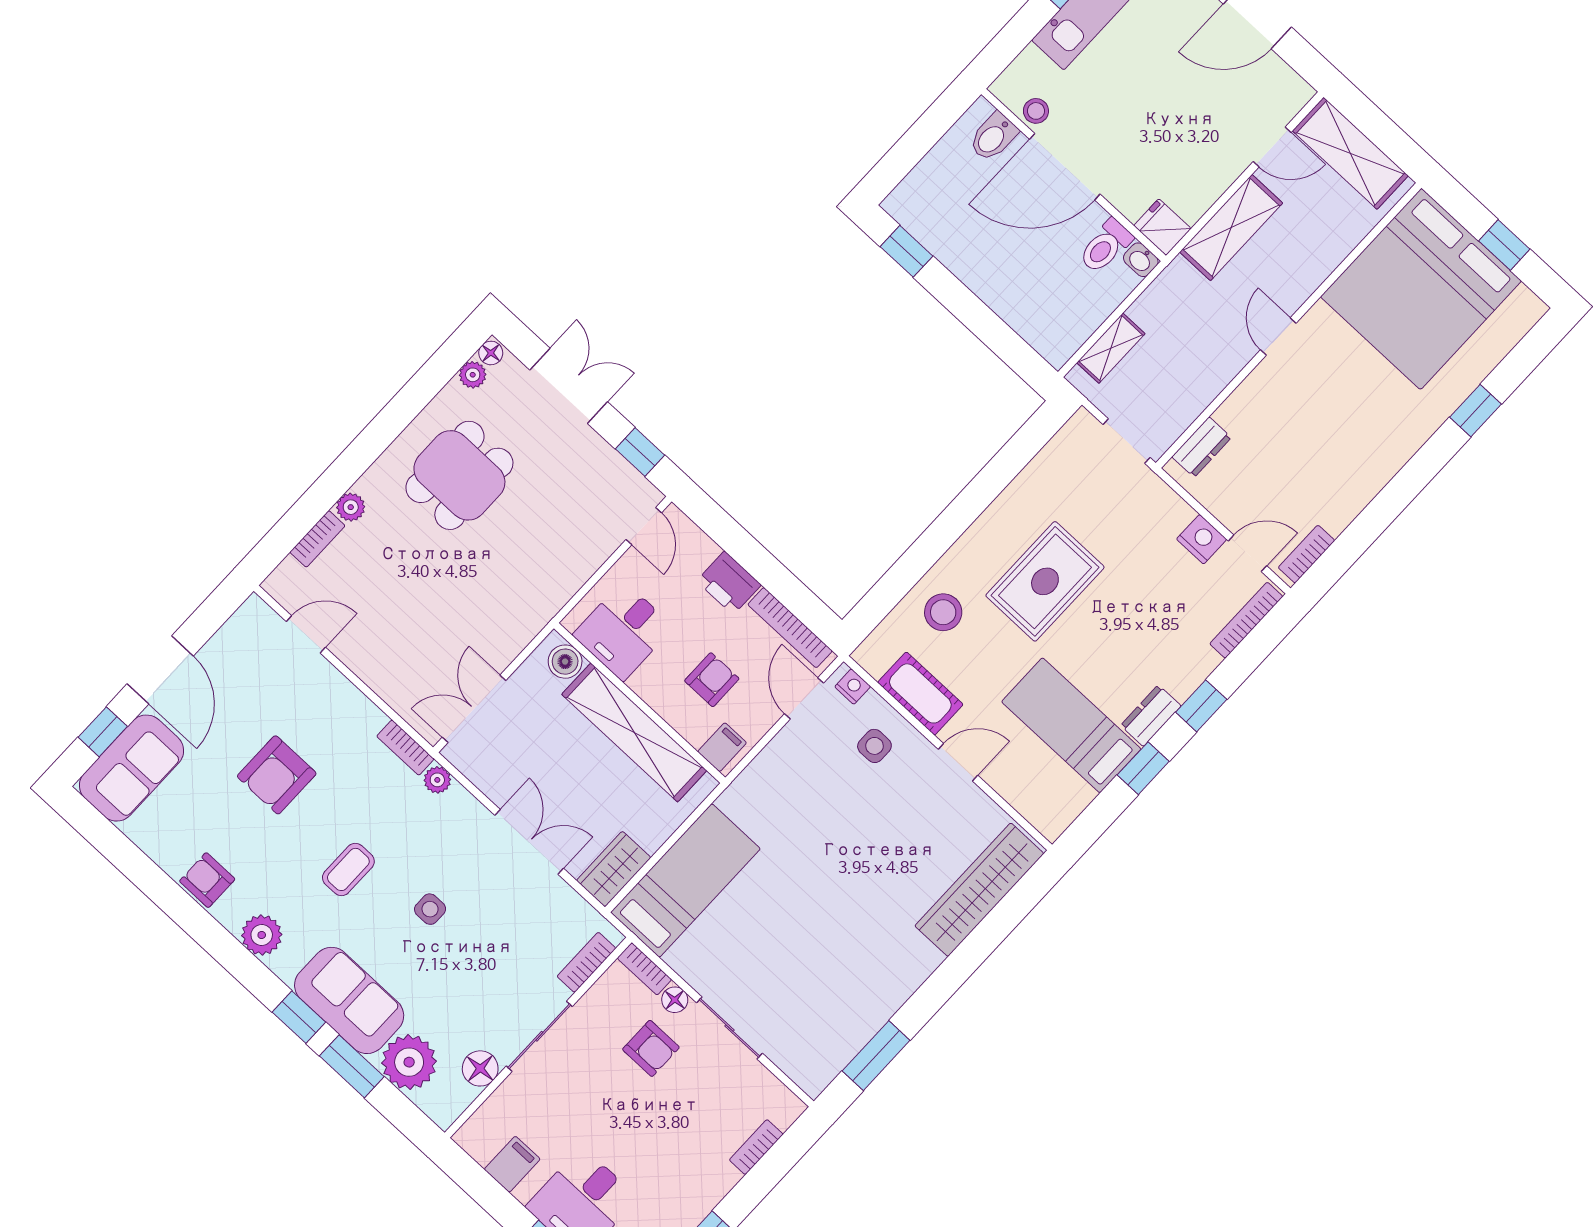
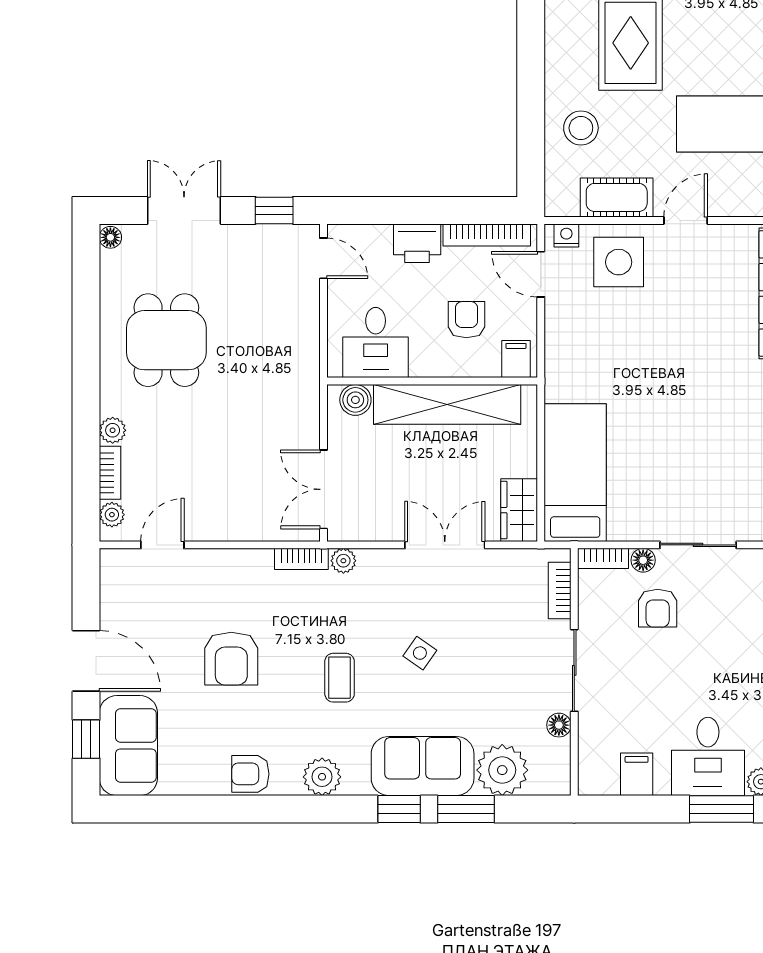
plant: (473, 375) -> (112, 515), moved
side table: (874, 746) -> (619, 262), width x1.87, depth x1.87
side table: (430, 909) -> (420, 653), turned 35
armchair: (651, 1048) -> (658, 608), turned 90
floor lamp: (480, 1068) -> (559, 725), width x0.73, depth x0.73

